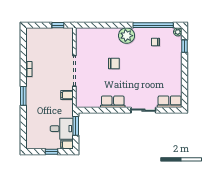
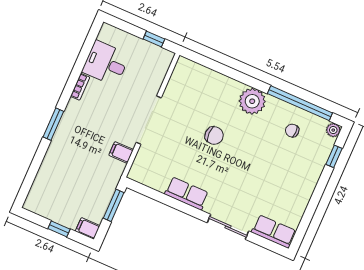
desk: (62, 129) -> (106, 63), moved, turned 180

